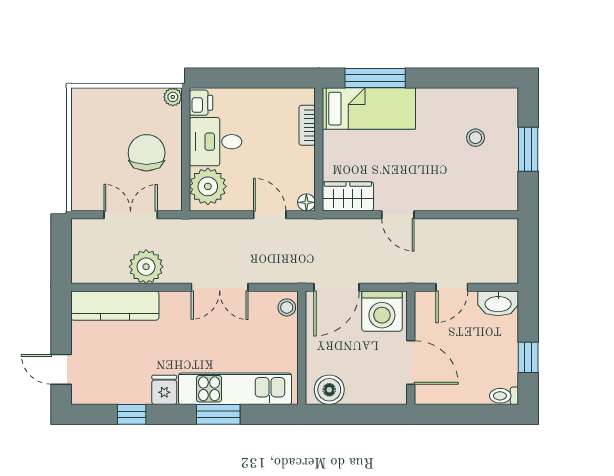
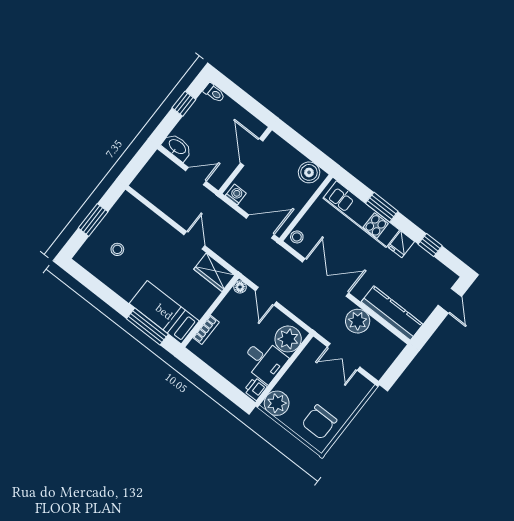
plant: (173, 97) -> (277, 403), width x1.88, depth x1.88
chair: (147, 153) -> (319, 422), moved
double door: (220, 287) -> (326, 277), width x1.37
washing machine: (382, 311) -> (236, 195), width x0.53, depth x0.53

